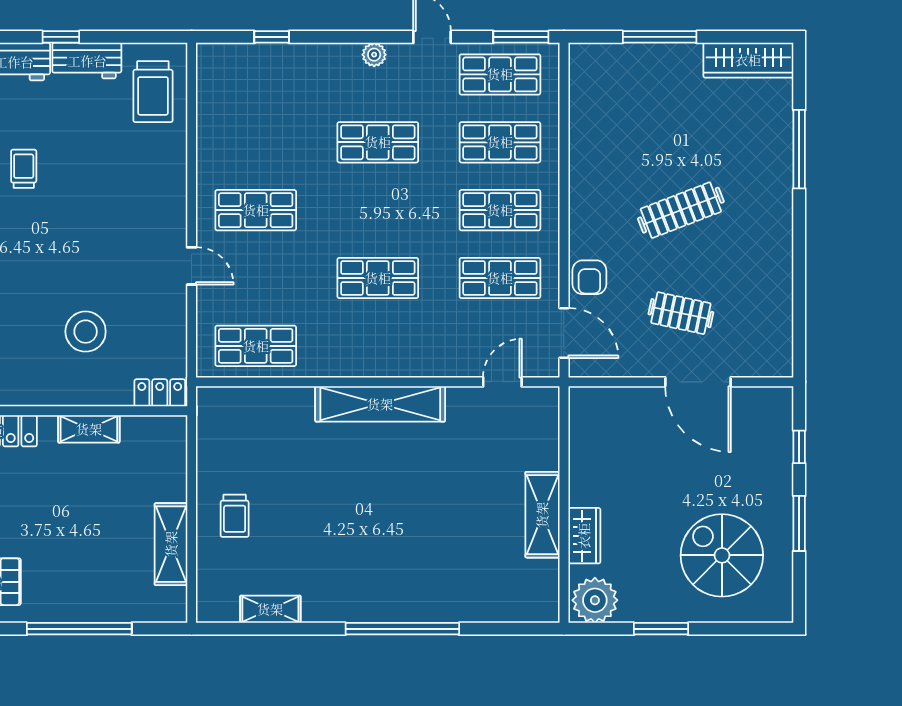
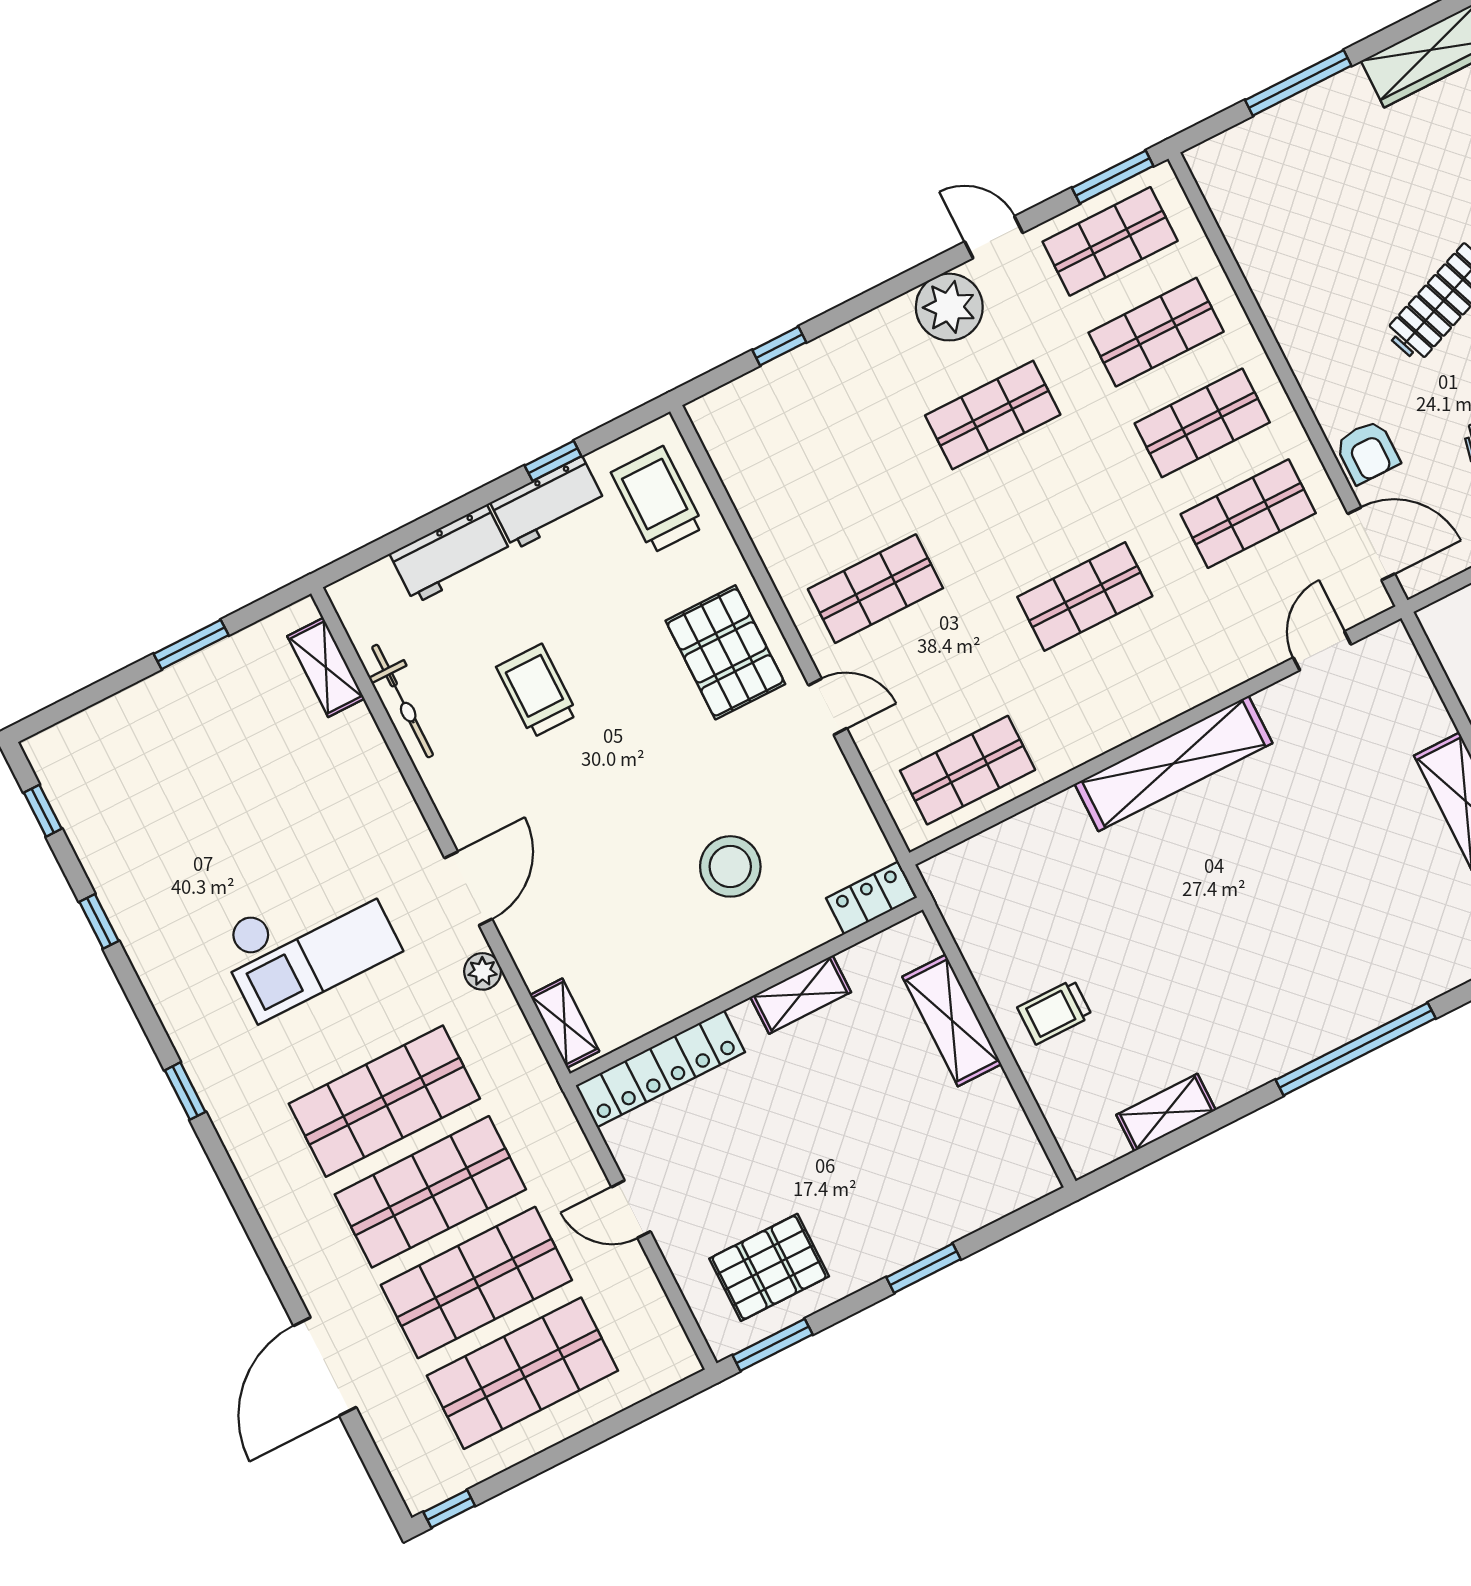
window: (61, 37) -> (553, 461), moved
plant: (374, 55) -> (949, 307), width x1.87, depth x1.87
trolley: (153, 92) -> (658, 500), turned 180
trolley: (24, 169) -> (537, 691), width x1.36, depth x1.39
pallet: (147, 203) -> (725, 652), added
trolley: (235, 516) -> (1055, 1012), turned 90
shelving: (171, 544) -> (952, 1020), moved
window: (79, 629) -> (923, 1268), width x0.47

